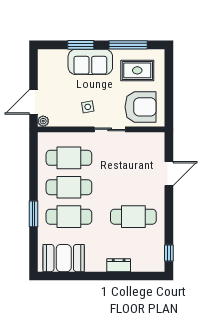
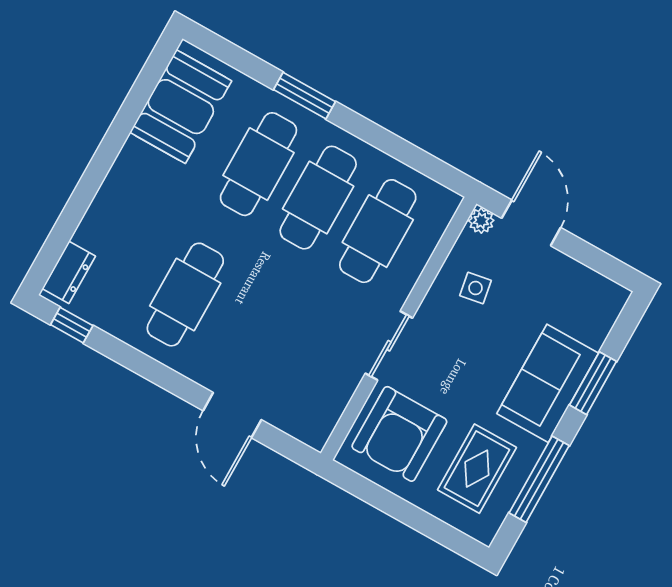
side table: (88, 107) -> (476, 288), moved
dresser: (119, 265) -> (69, 272), moved

